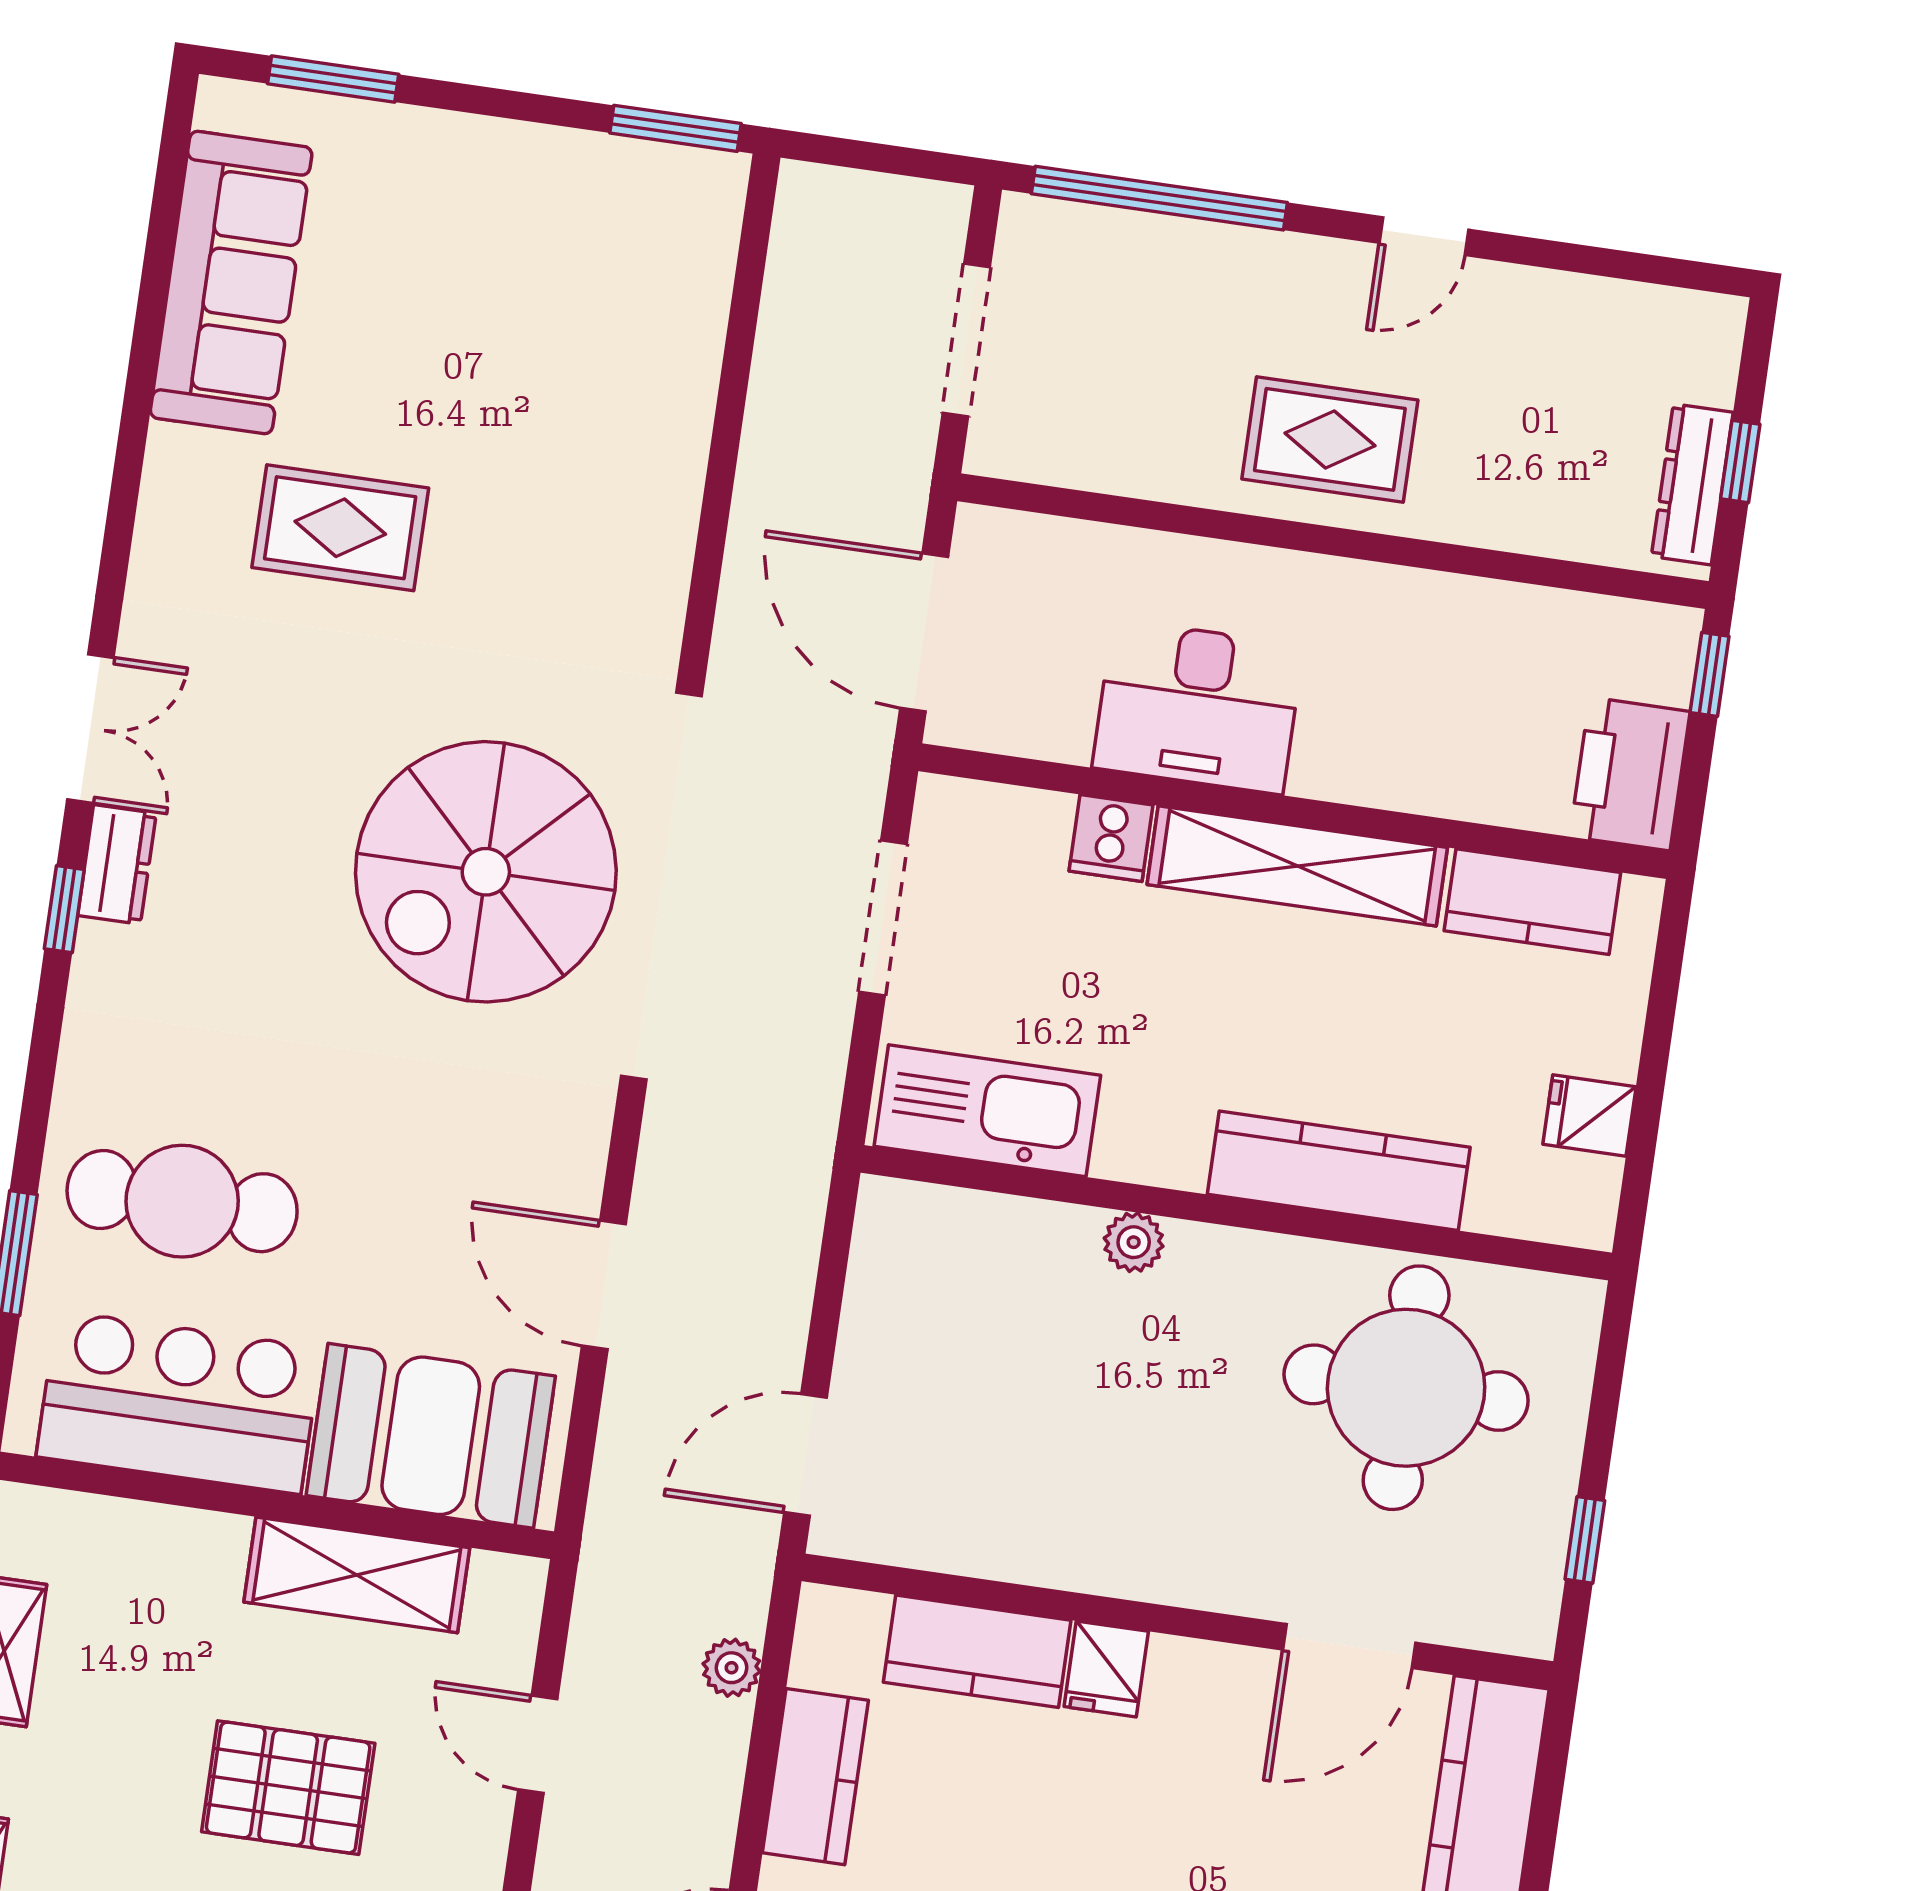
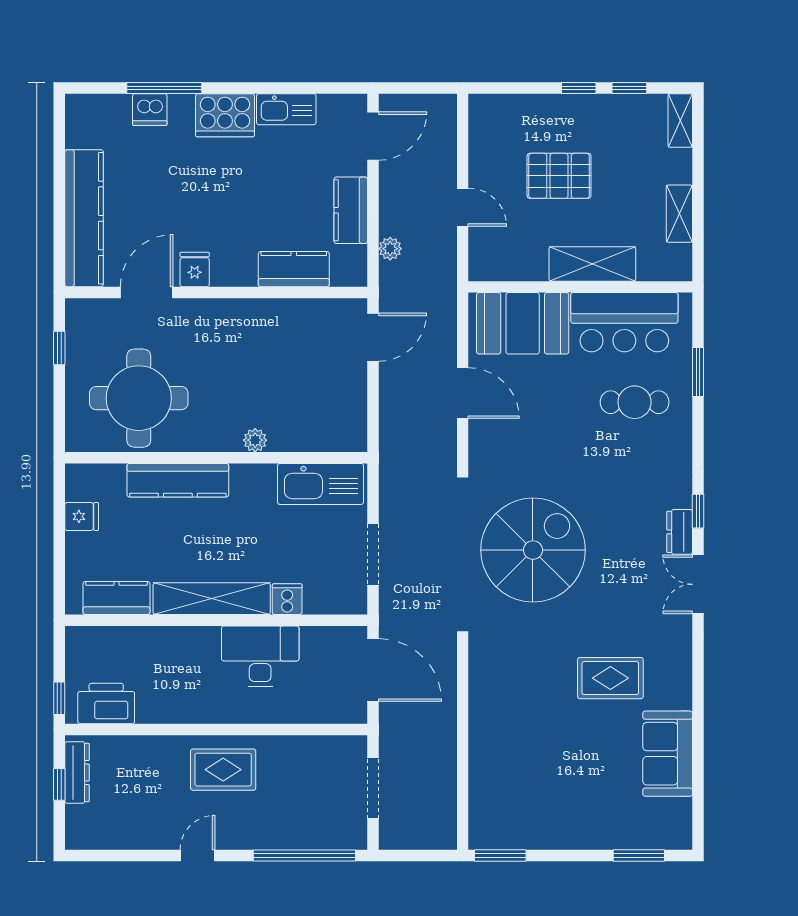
sofa: (231, 282) -> (668, 754), width x0.73
printer: (1630, 774) -> (106, 704), moved, turned -90
cafe table: (182, 1201) -> (635, 402), width x0.73, depth x0.74
shelving: (357, 1575) -> (592, 264), moved
fridge: (1106, 1669) -> (195, 269), moved

